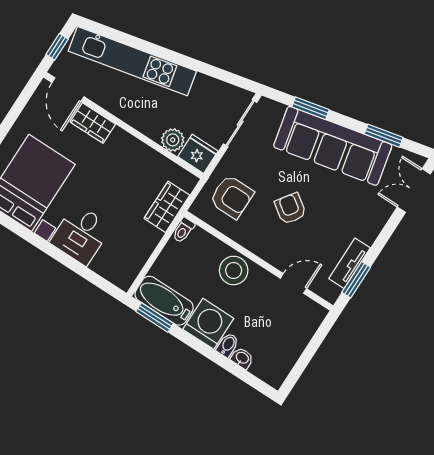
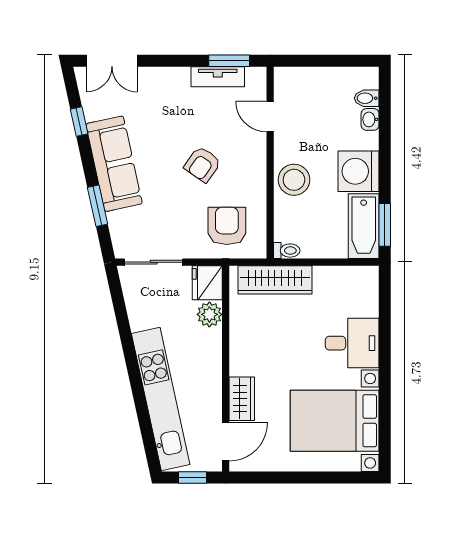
window: (384, 136) -> (79, 122), width x0.67
sofa: (333, 146) -> (114, 164), width x0.74, depth x0.79
wardrobe: (167, 207) -> (275, 280), width x1.50
bidet: (228, 345) -> (367, 98), moved

